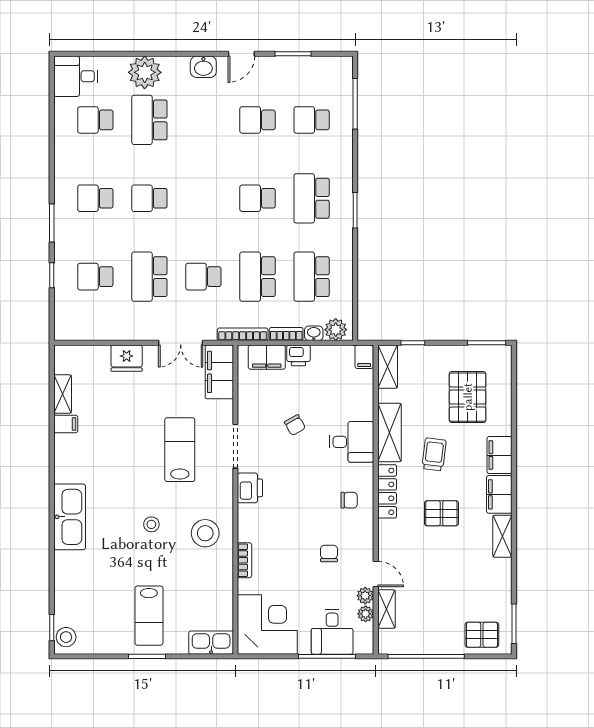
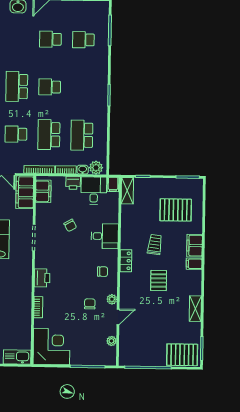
school desk: (312, 198) -> (17, 86), moved
filing cabinet: (267, 357) -> (43, 191), moved, turned -90
pallet: (468, 397) -> (176, 210), turned 90
shelving: (390, 433) -> (128, 231), removed
printer: (250, 488) -> (42, 278), moved
locker: (387, 491) -> (126, 261), width x0.66
filing cabinet: (499, 494) -> (194, 264), width x0.50
pallet: (441, 513) -> (159, 280), turned 90
stool: (205, 533) -> (15, 290), removed
shelving: (502, 536) -> (195, 309), moved
door: (376, 574) -> (118, 317), hinge flipped
plant: (365, 596) -> (112, 299), moved
shelving: (387, 609) -> (124, 338), removed
desk: (332, 632) -> (94, 191), moved, turned 180
pallet: (482, 635) -> (182, 355), width x1.50, depth x1.42

